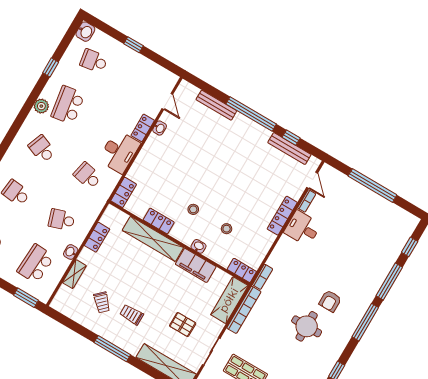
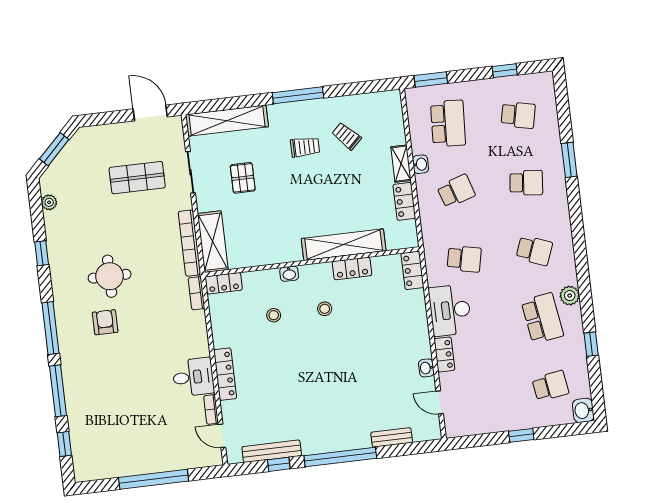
bench: (216, 105) -> (392, 437), width x0.73
filing cabinet: (196, 265) -> (277, 251), removed
shelving: (74, 274) -> (401, 164), moved
pallet: (183, 325) -> (243, 178), turned 90

